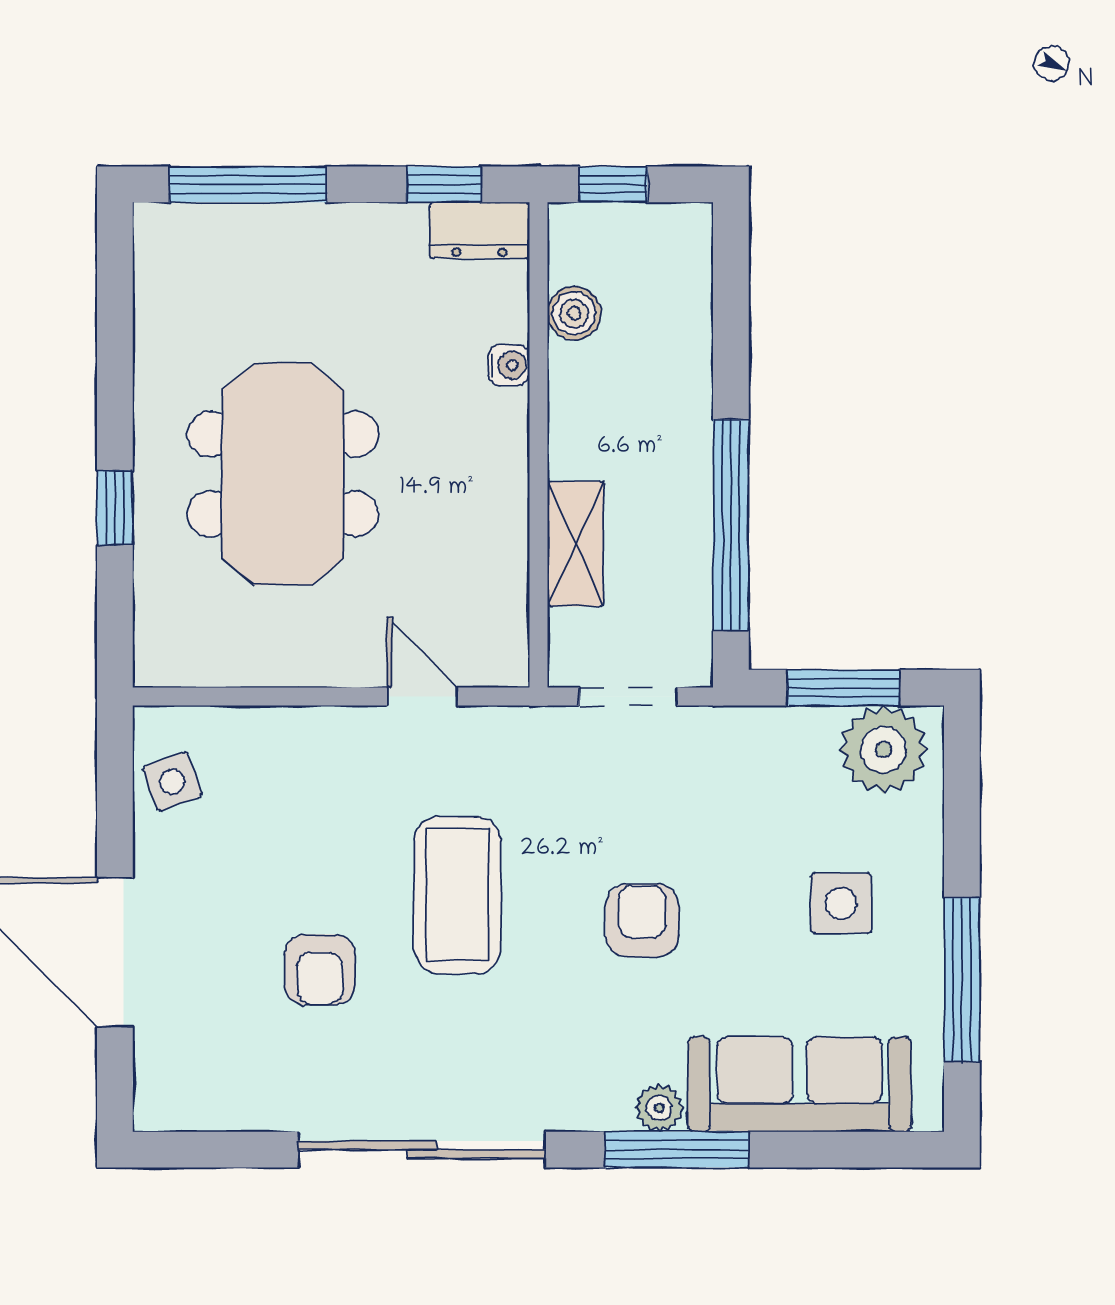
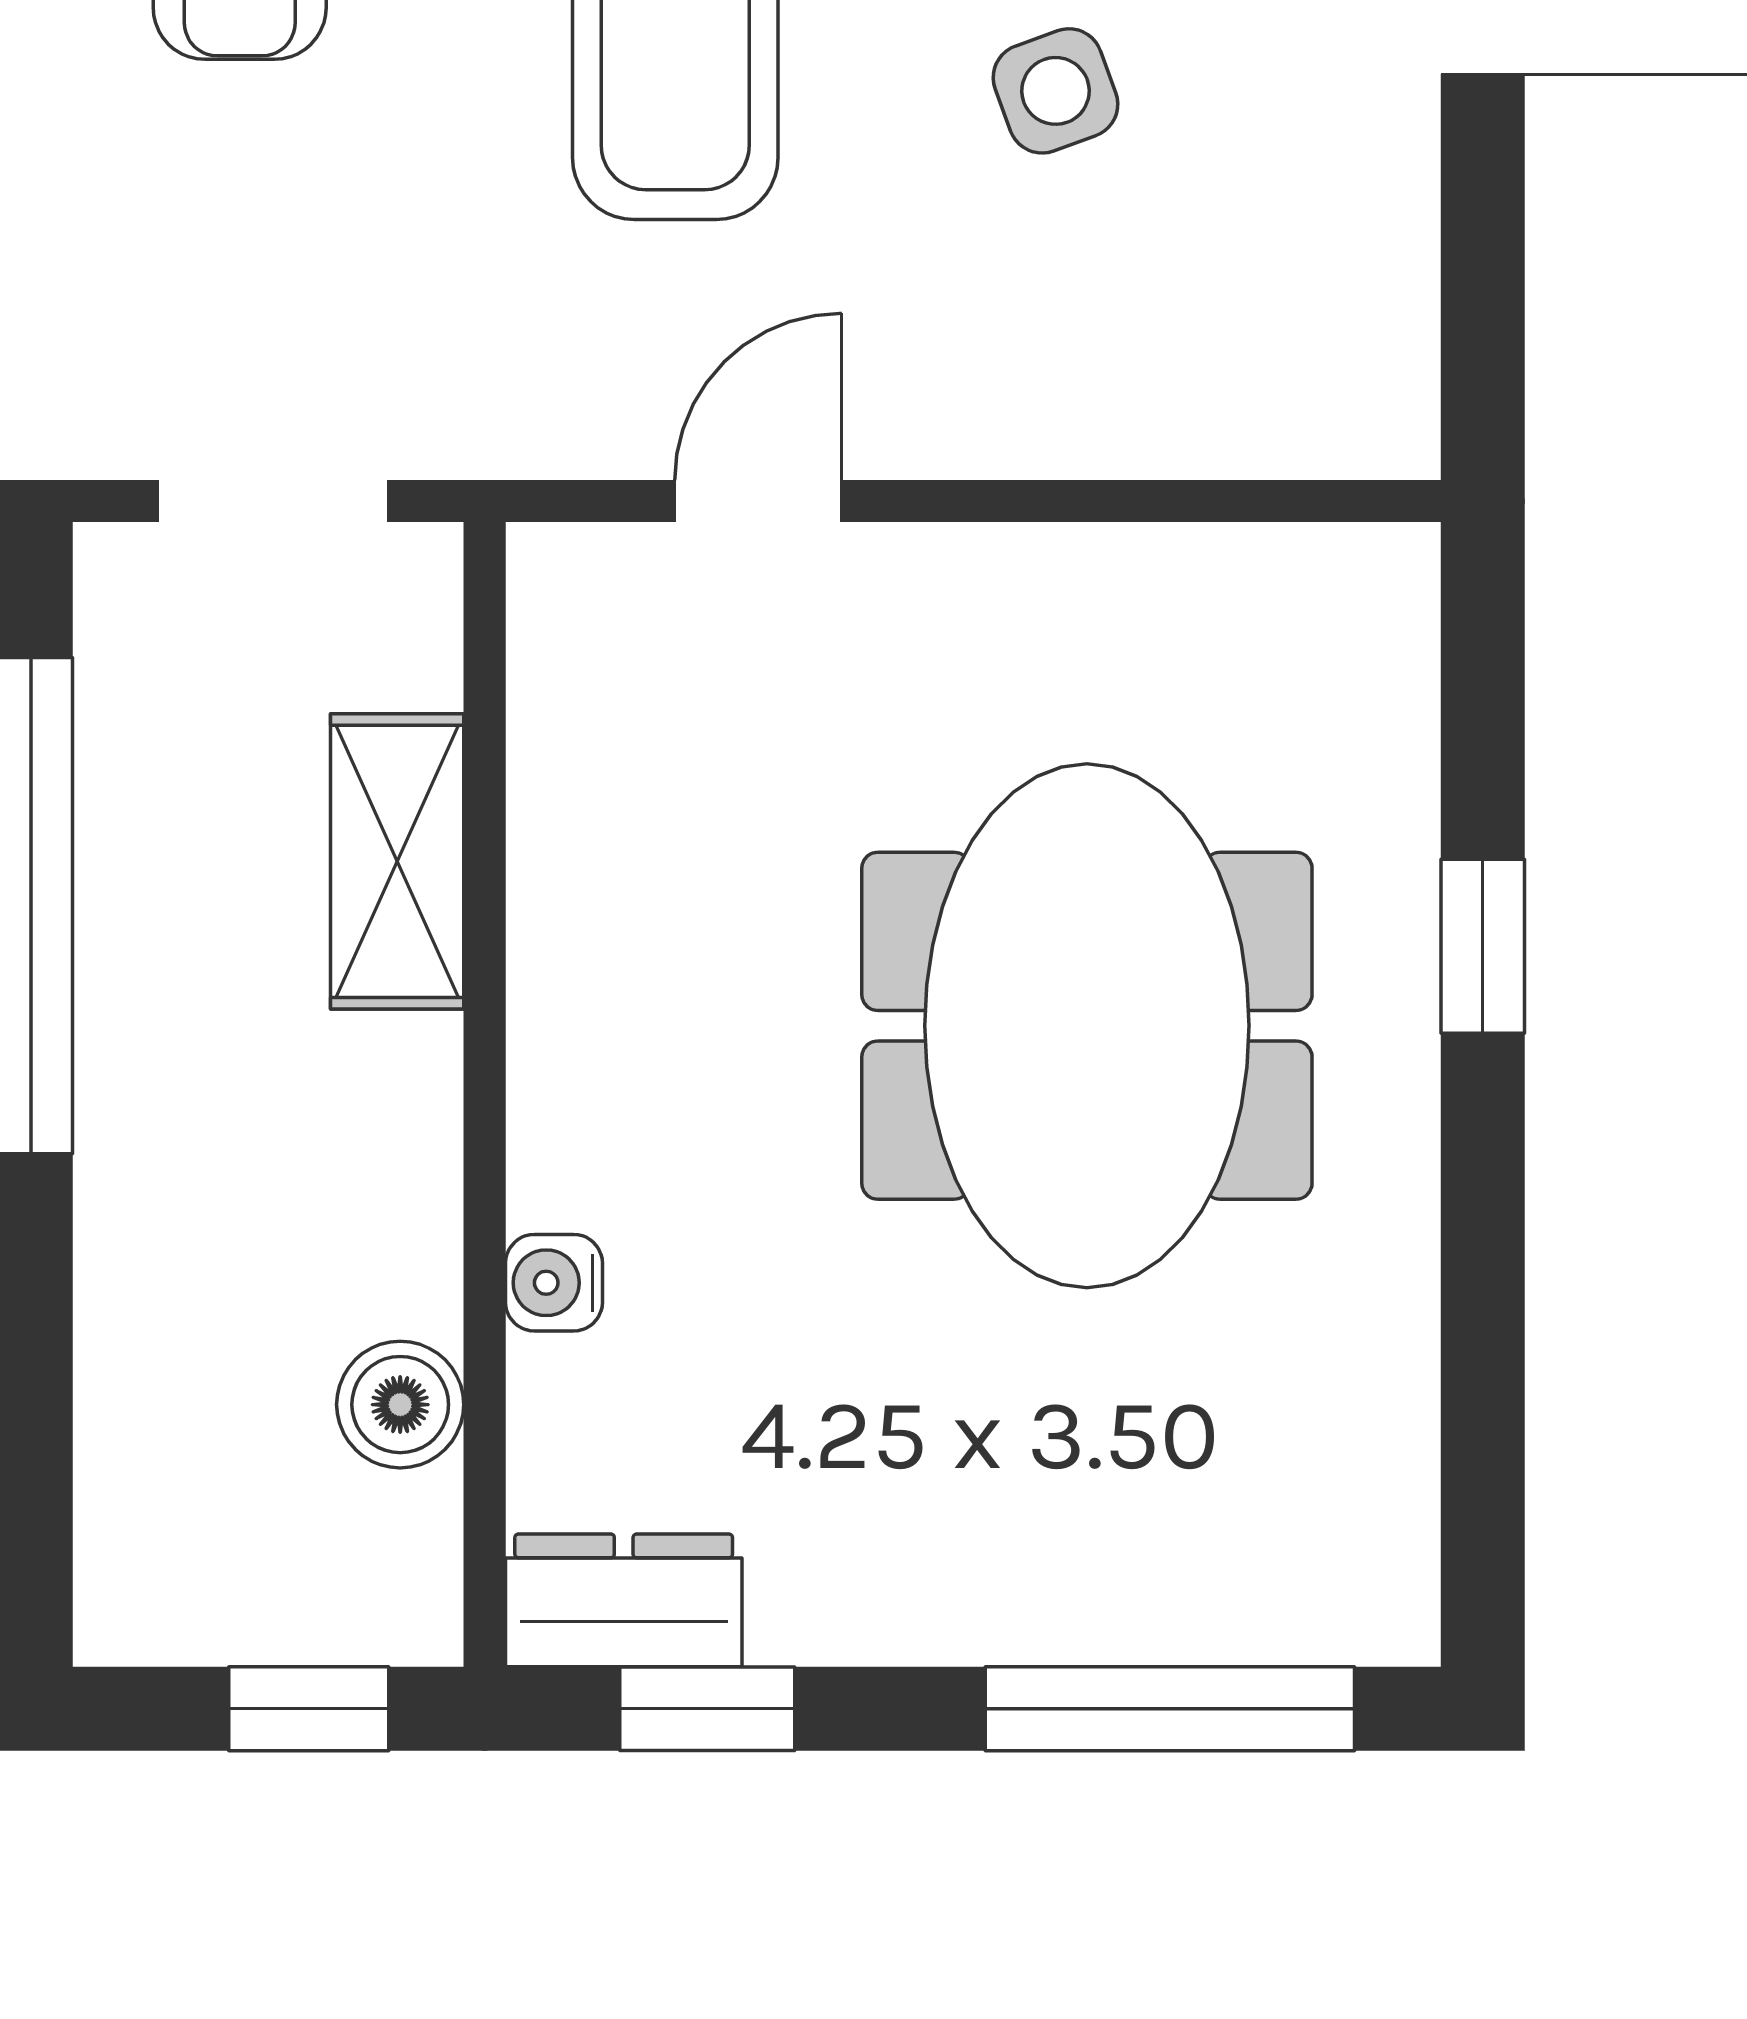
door: (422, 697) -> (758, 501), swing flipped
side table: (172, 781) -> (1056, 91), moved

